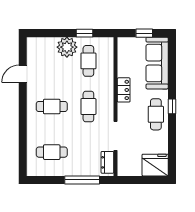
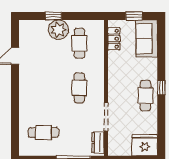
window: (84, 33) -> (53, 16), moved
sofa: (157, 63) -> (147, 39), width x0.73
locker: (124, 90) -> (114, 39), moved
cafe table: (52, 107) -> (43, 88), removed

